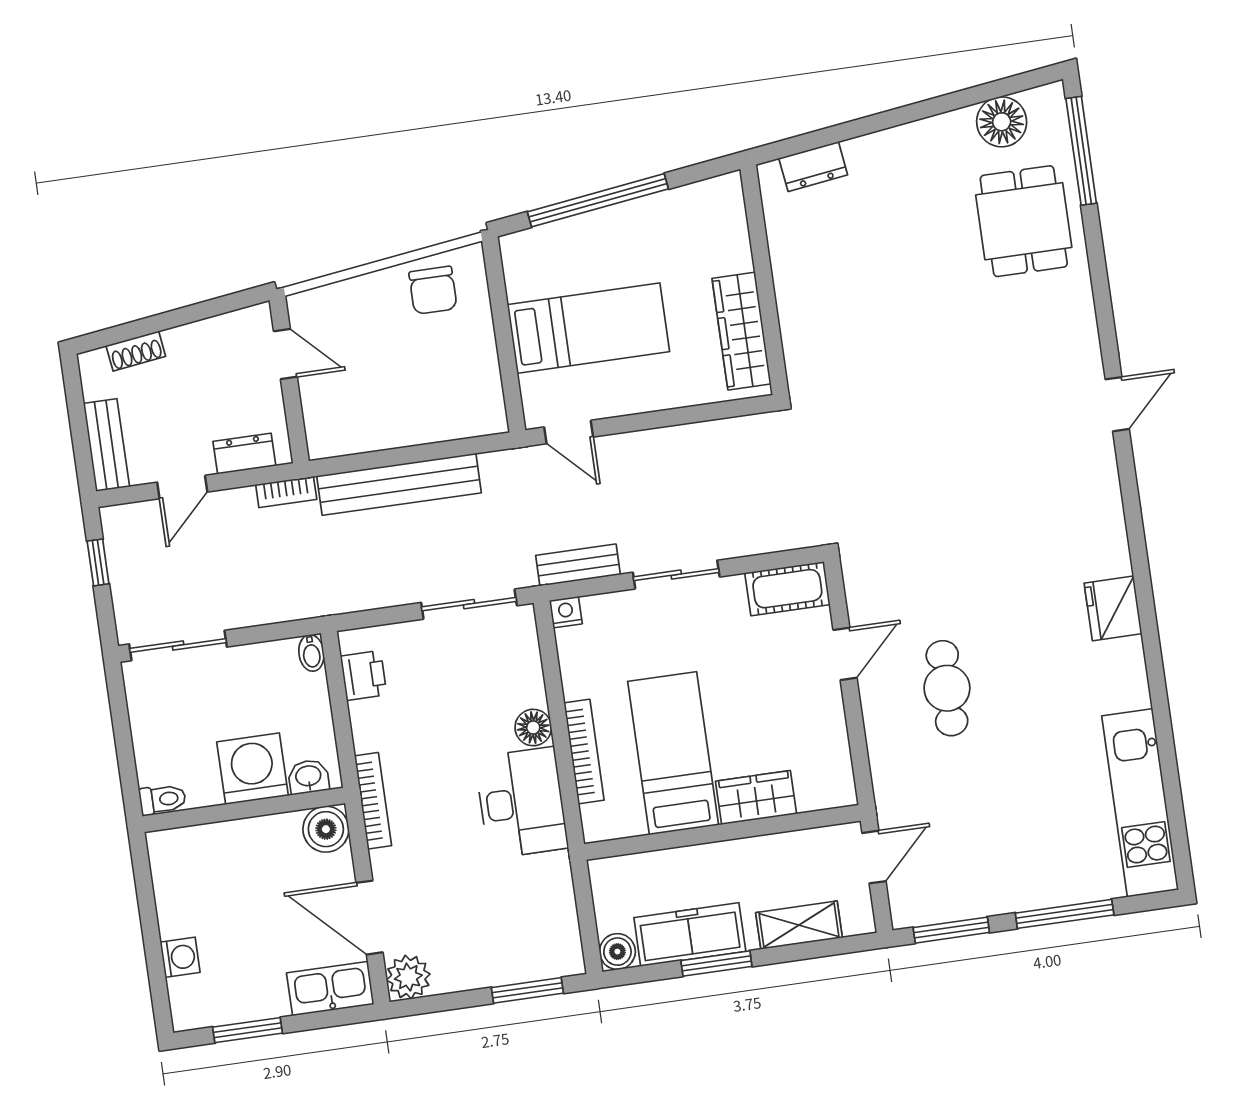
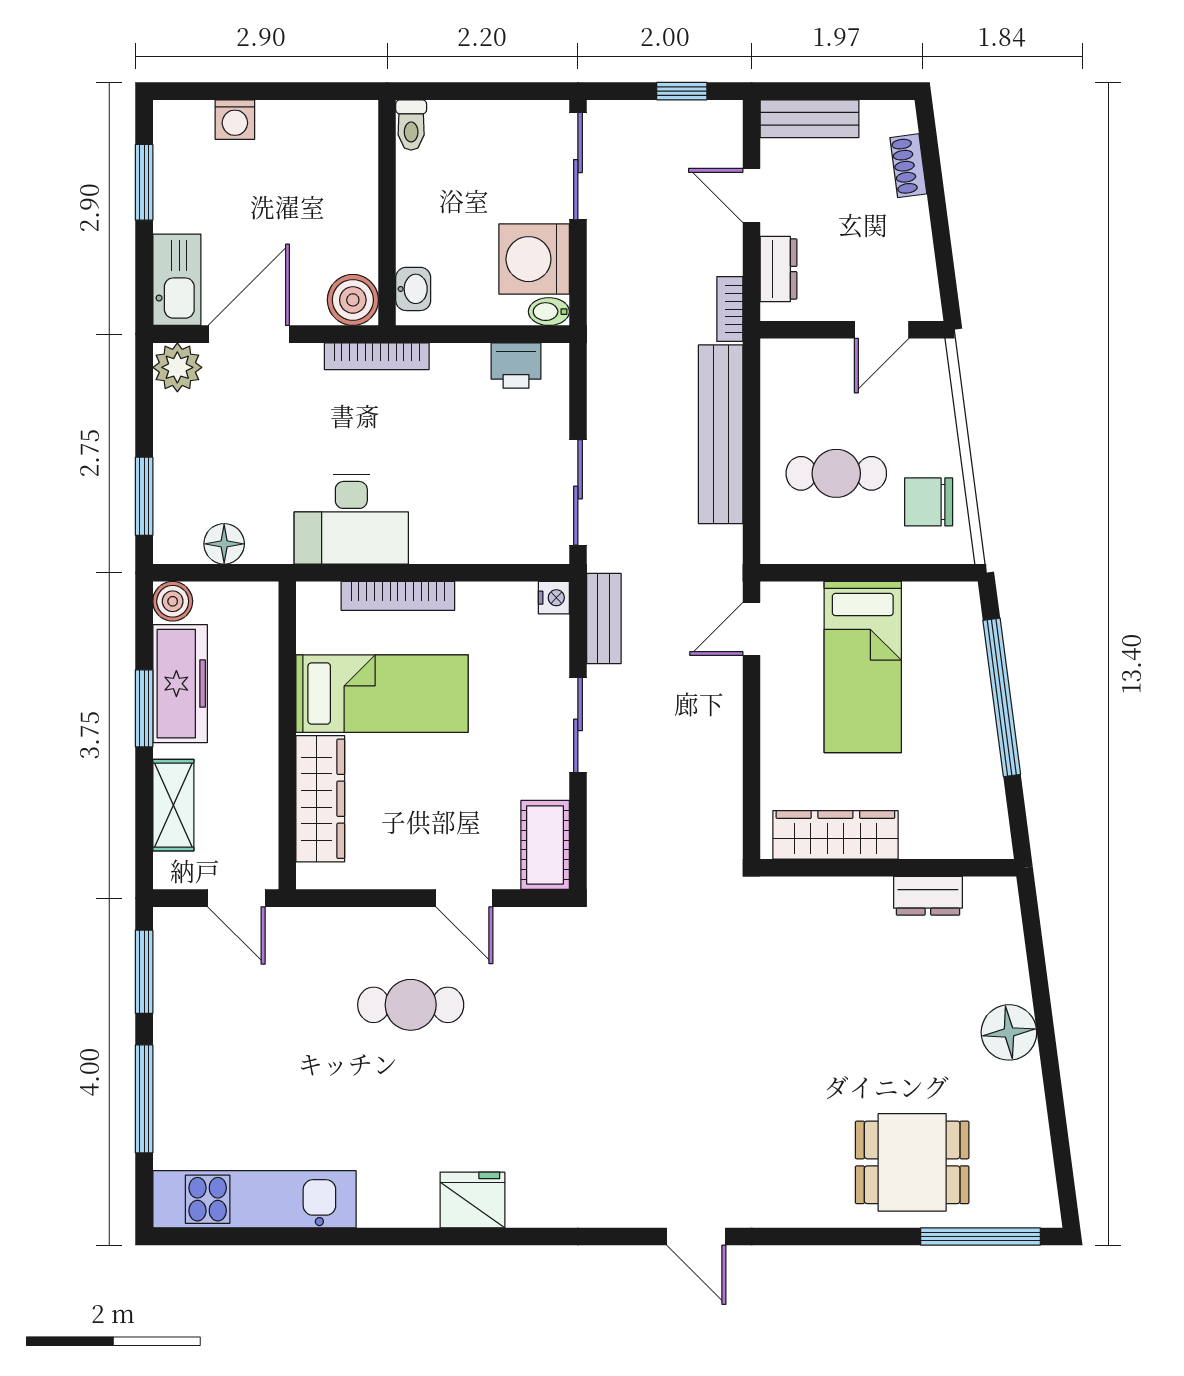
floor lamp: (1002, 122) -> (1009, 1032), moved
dresser: (813, 166) -> (928, 896), moved, turned -83
cafe table: (419, 376) -> (836, 473), added
floor lamp: (533, 728) -> (224, 544), moved
washing machine: (252, 769) -> (534, 259), moved, turned 180
wardrobe: (756, 798) -> (320, 799), width x1.50

